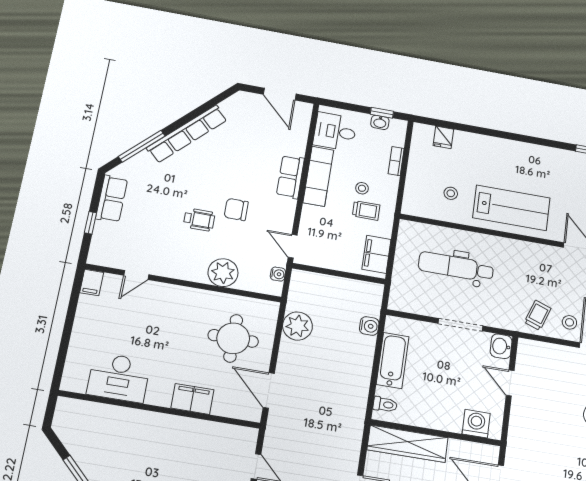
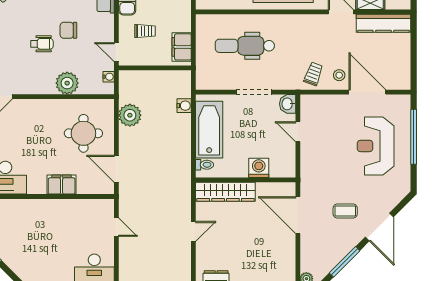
trolley: (366, 210) -> (145, 31), moved
bathtub: (393, 360) -> (209, 130), width x1.36, depth x1.36
washing machine: (476, 424) -> (259, 168), moved

